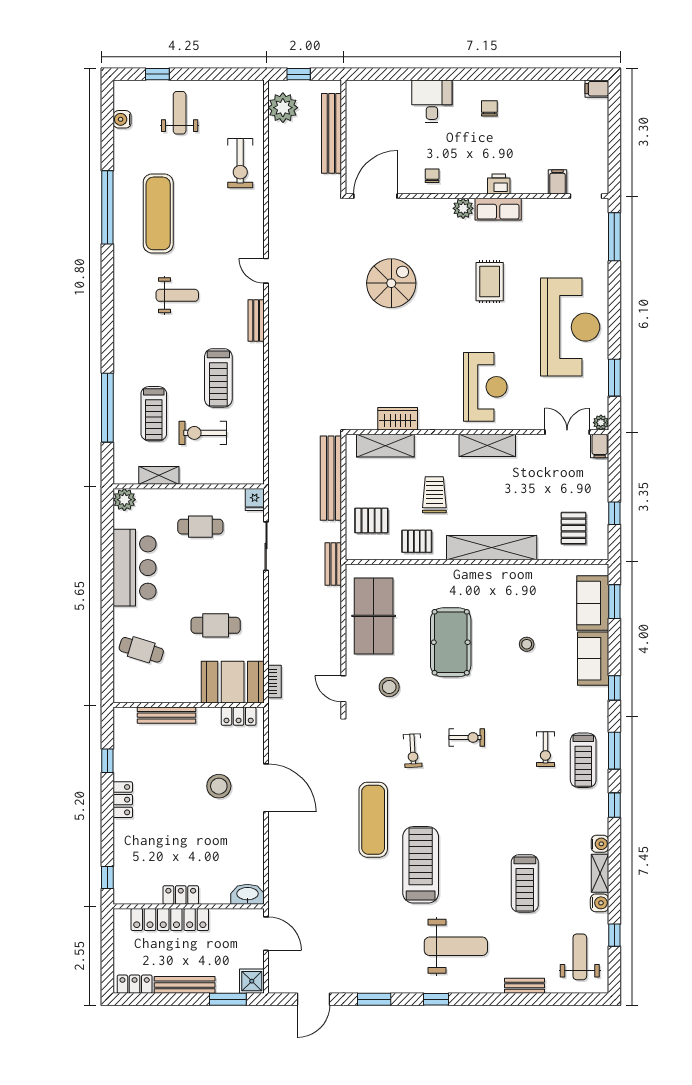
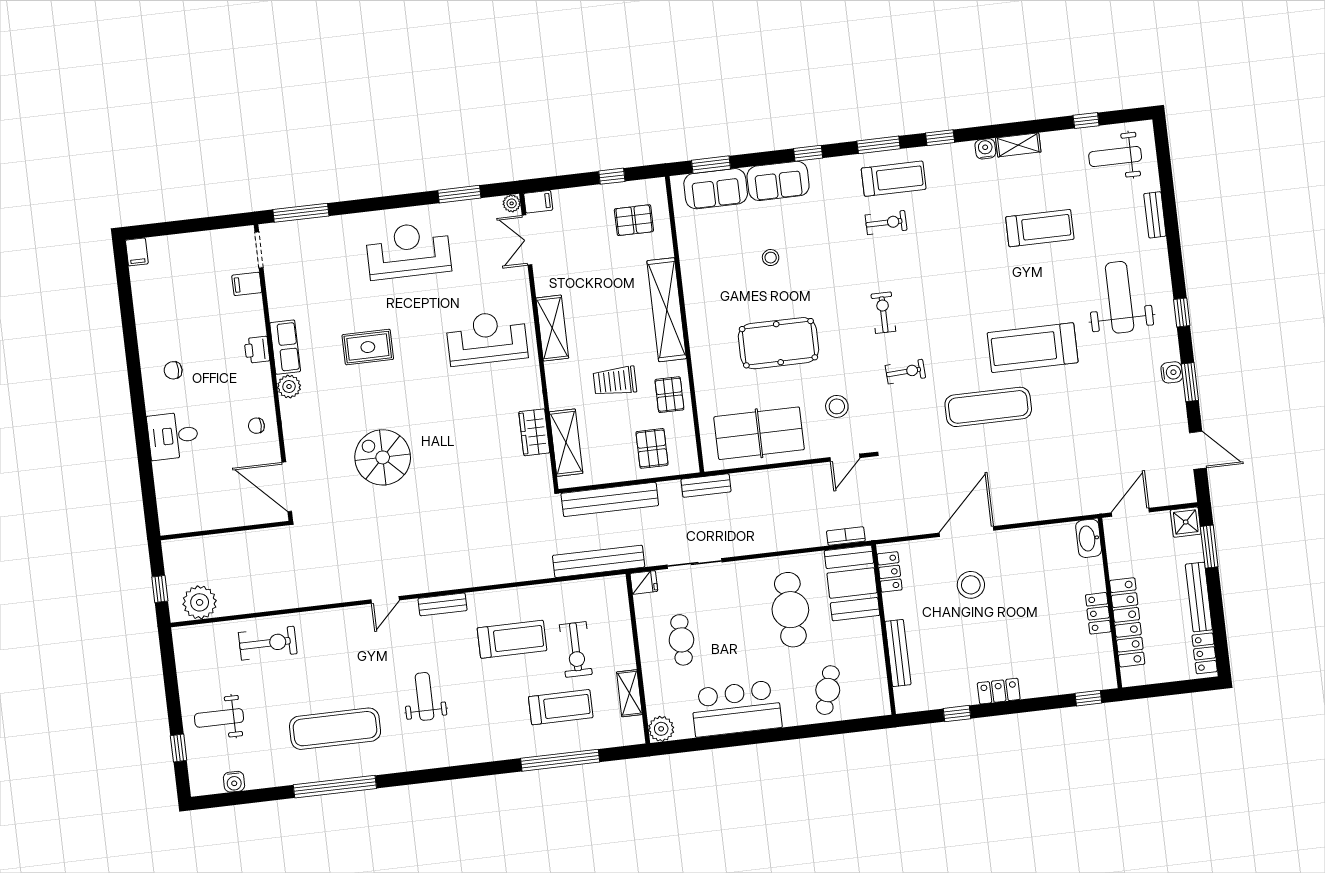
bench: (332, 133) -> (599, 561), moved
reception desk: (570, 327) -> (408, 250), width x0.74, depth x0.77
cafe table: (216, 625) -> (790, 610), width x1.37, depth x1.35
water cooler: (600, 903) -> (1172, 372), moved, turned 90

